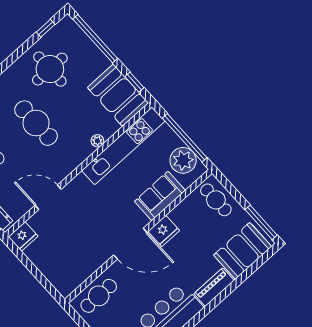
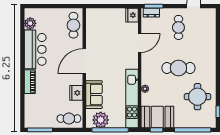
fridge: (164, 231) -> (76, 93), moved
booth: (243, 251) -> (35, 110), removed

